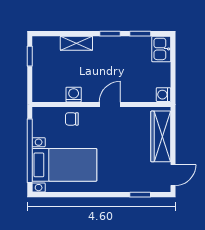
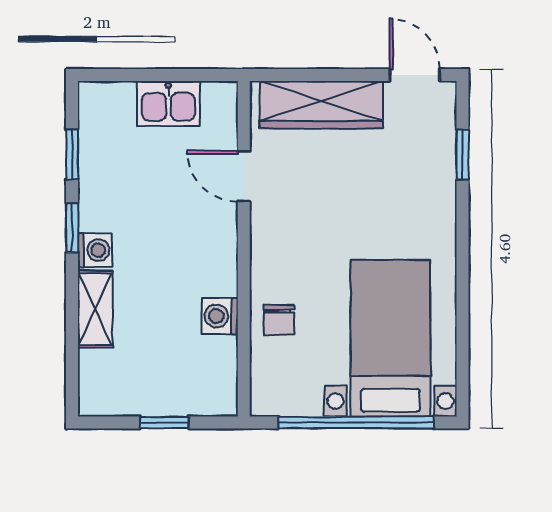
kitchen sink: (161, 49) -> (168, 104), moved
window: (30, 56) -> (164, 423), moved
washing machine: (163, 95) -> (95, 250), moved, turned -90
door: (110, 104) -> (244, 176), moved

